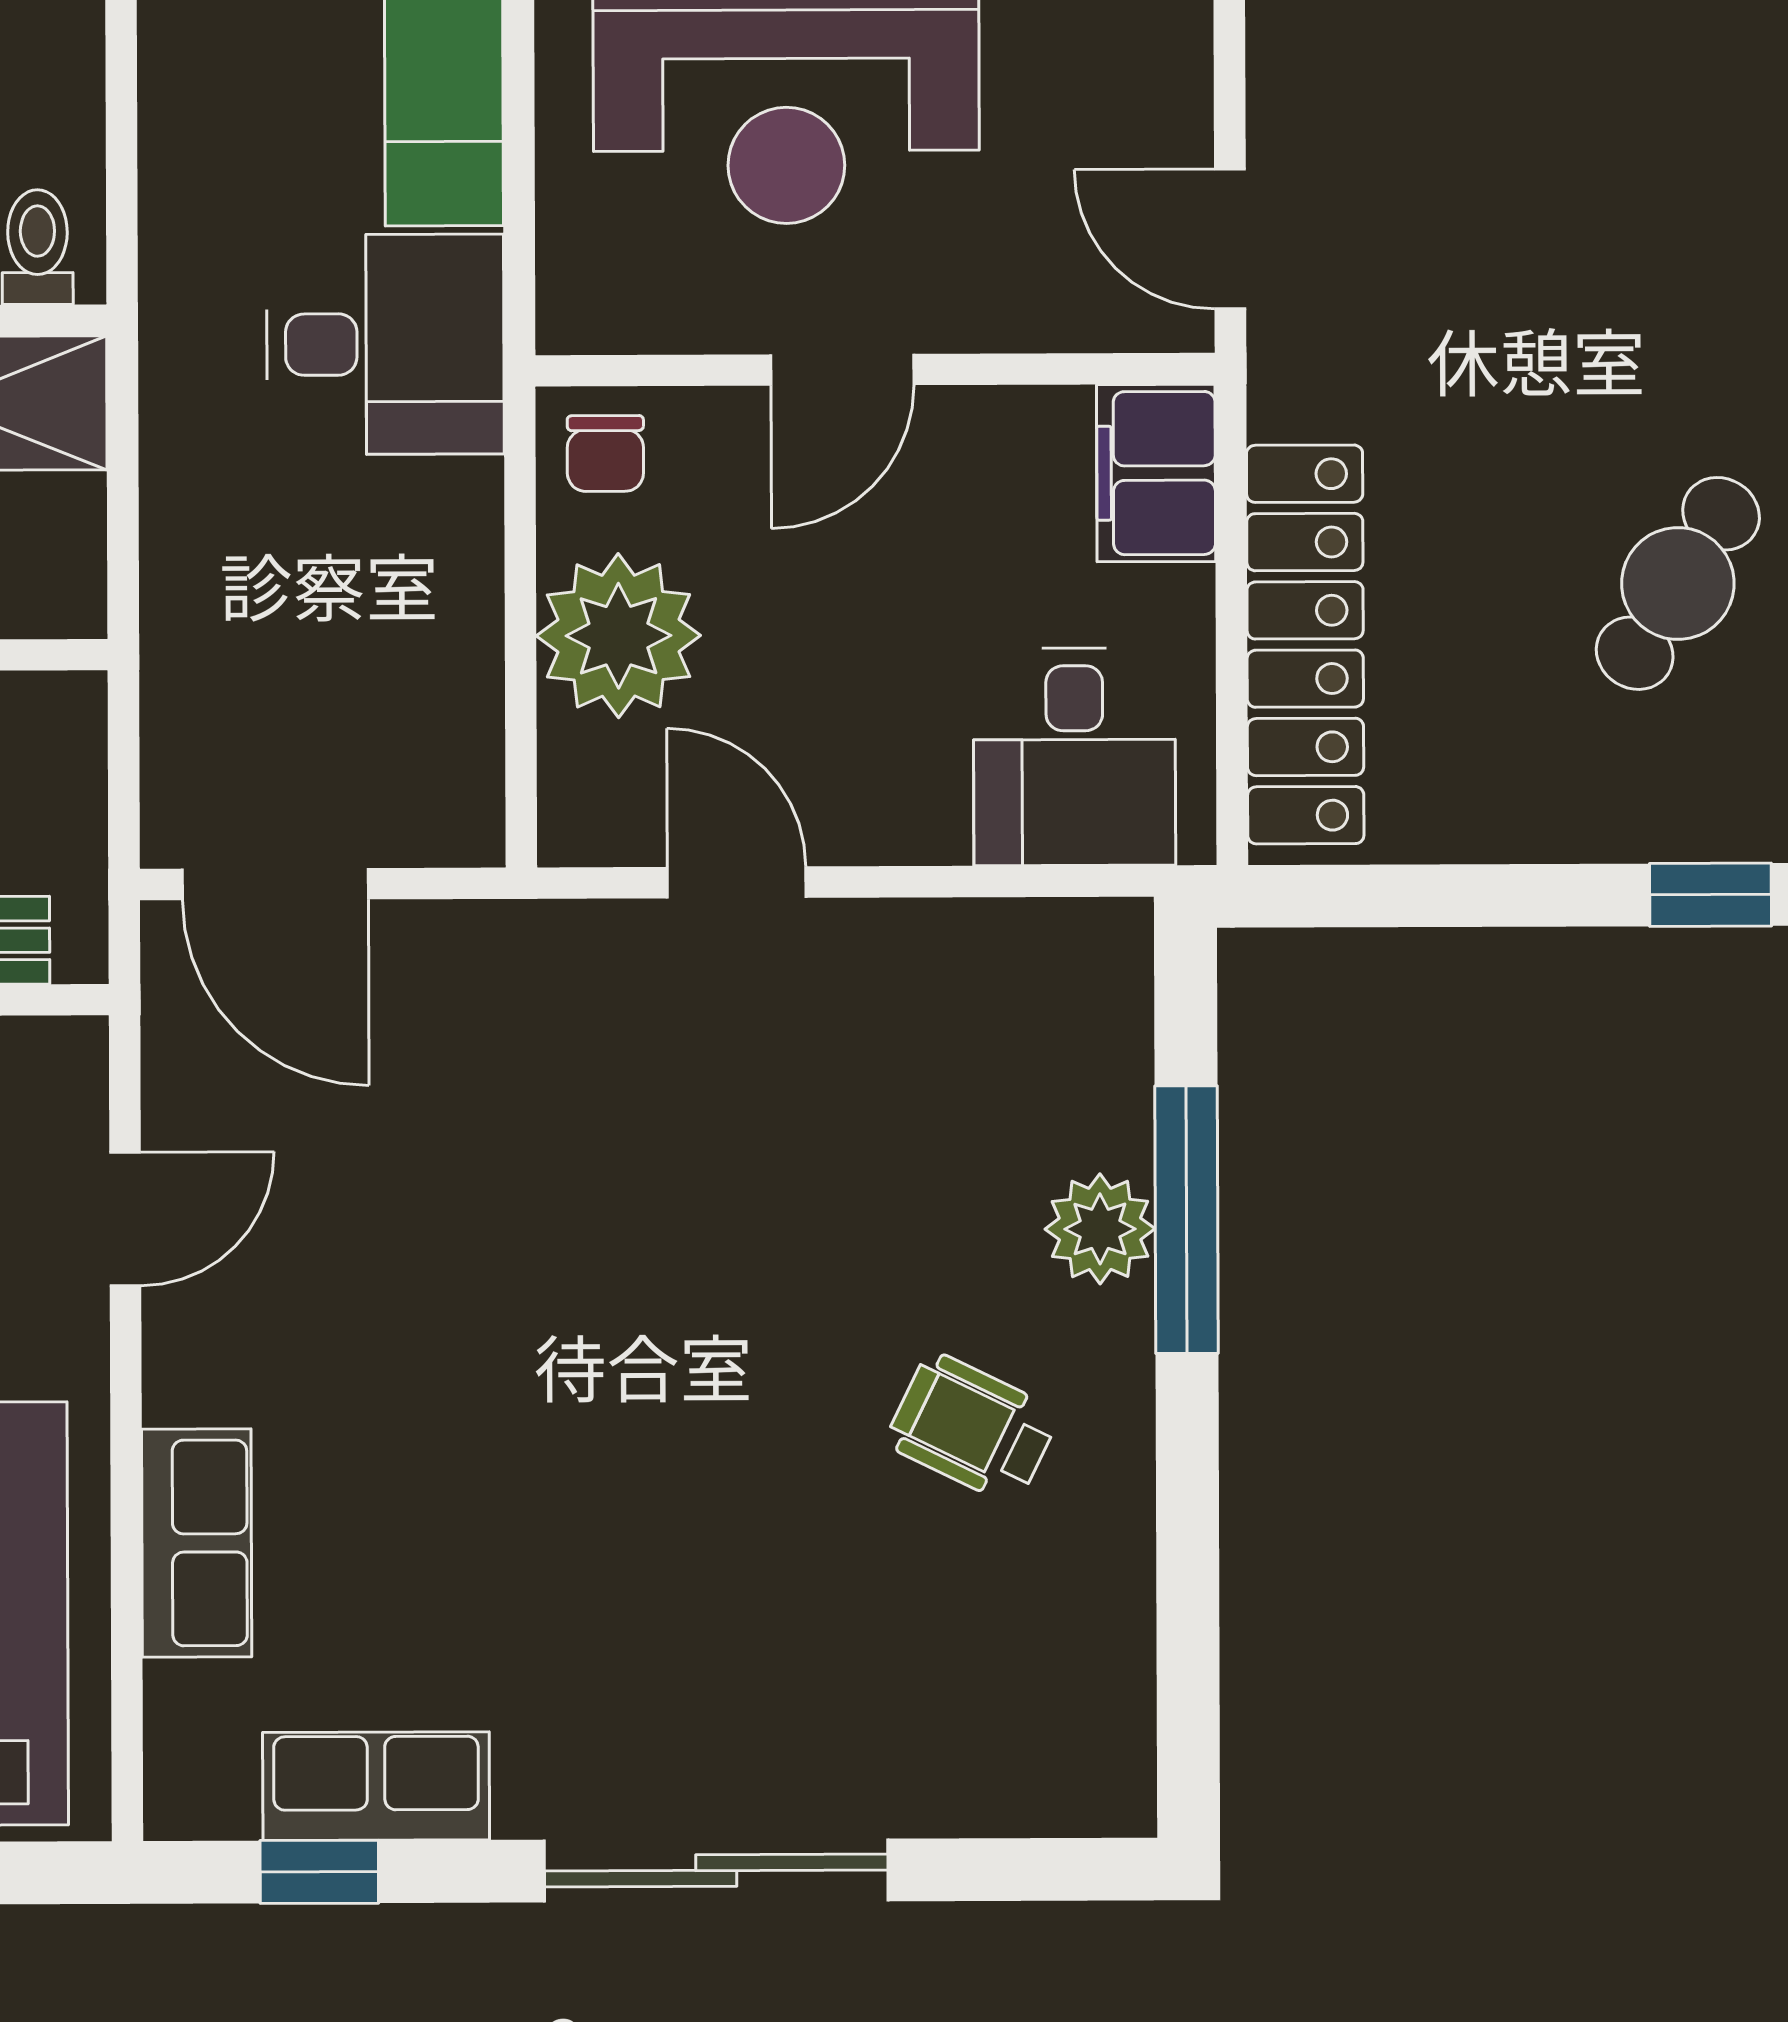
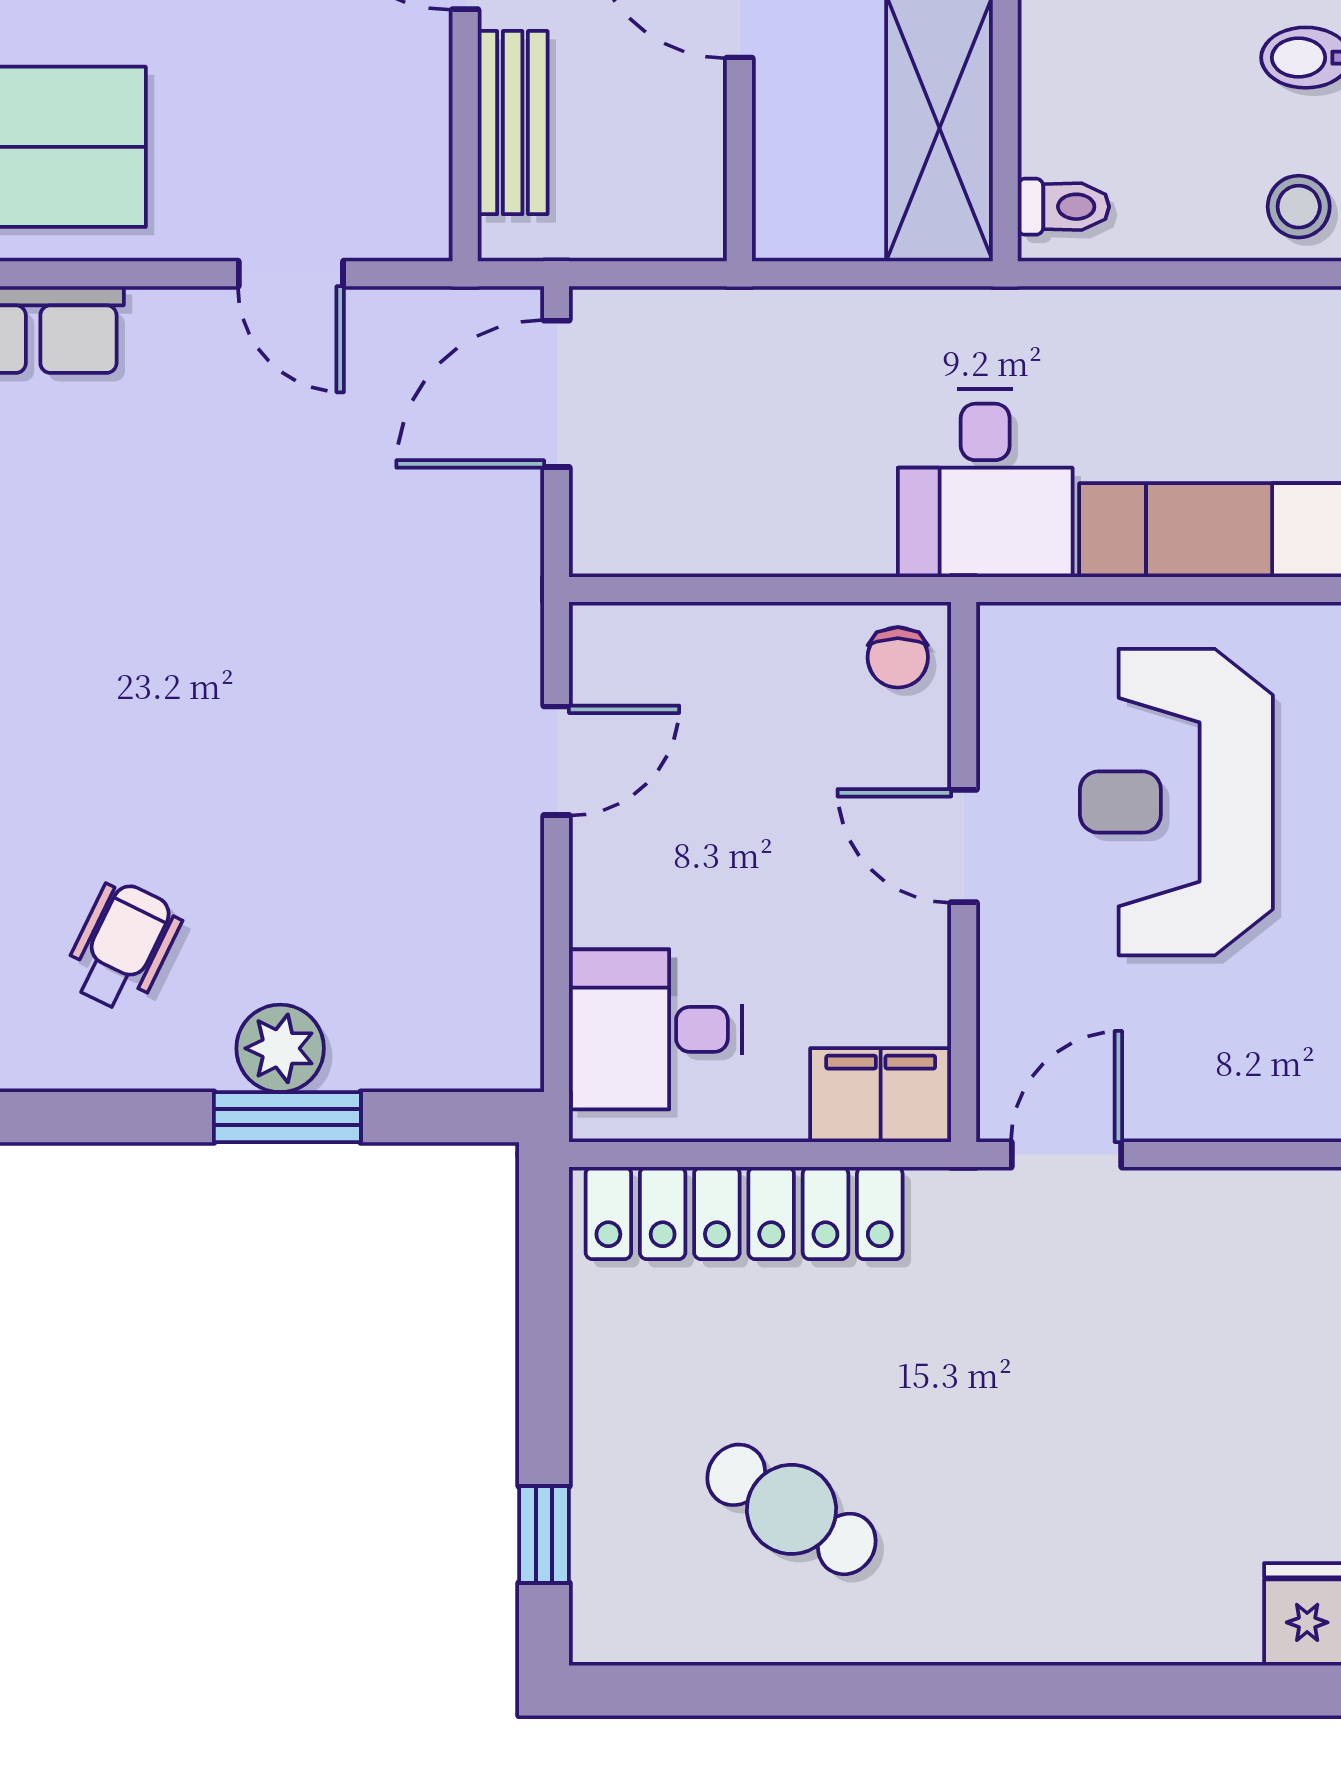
chair: (605, 454) -> (898, 657), turned -90
plant: (618, 636) -> (753, 667), removed
window: (1186, 1220) -> (287, 1117), width x0.69

